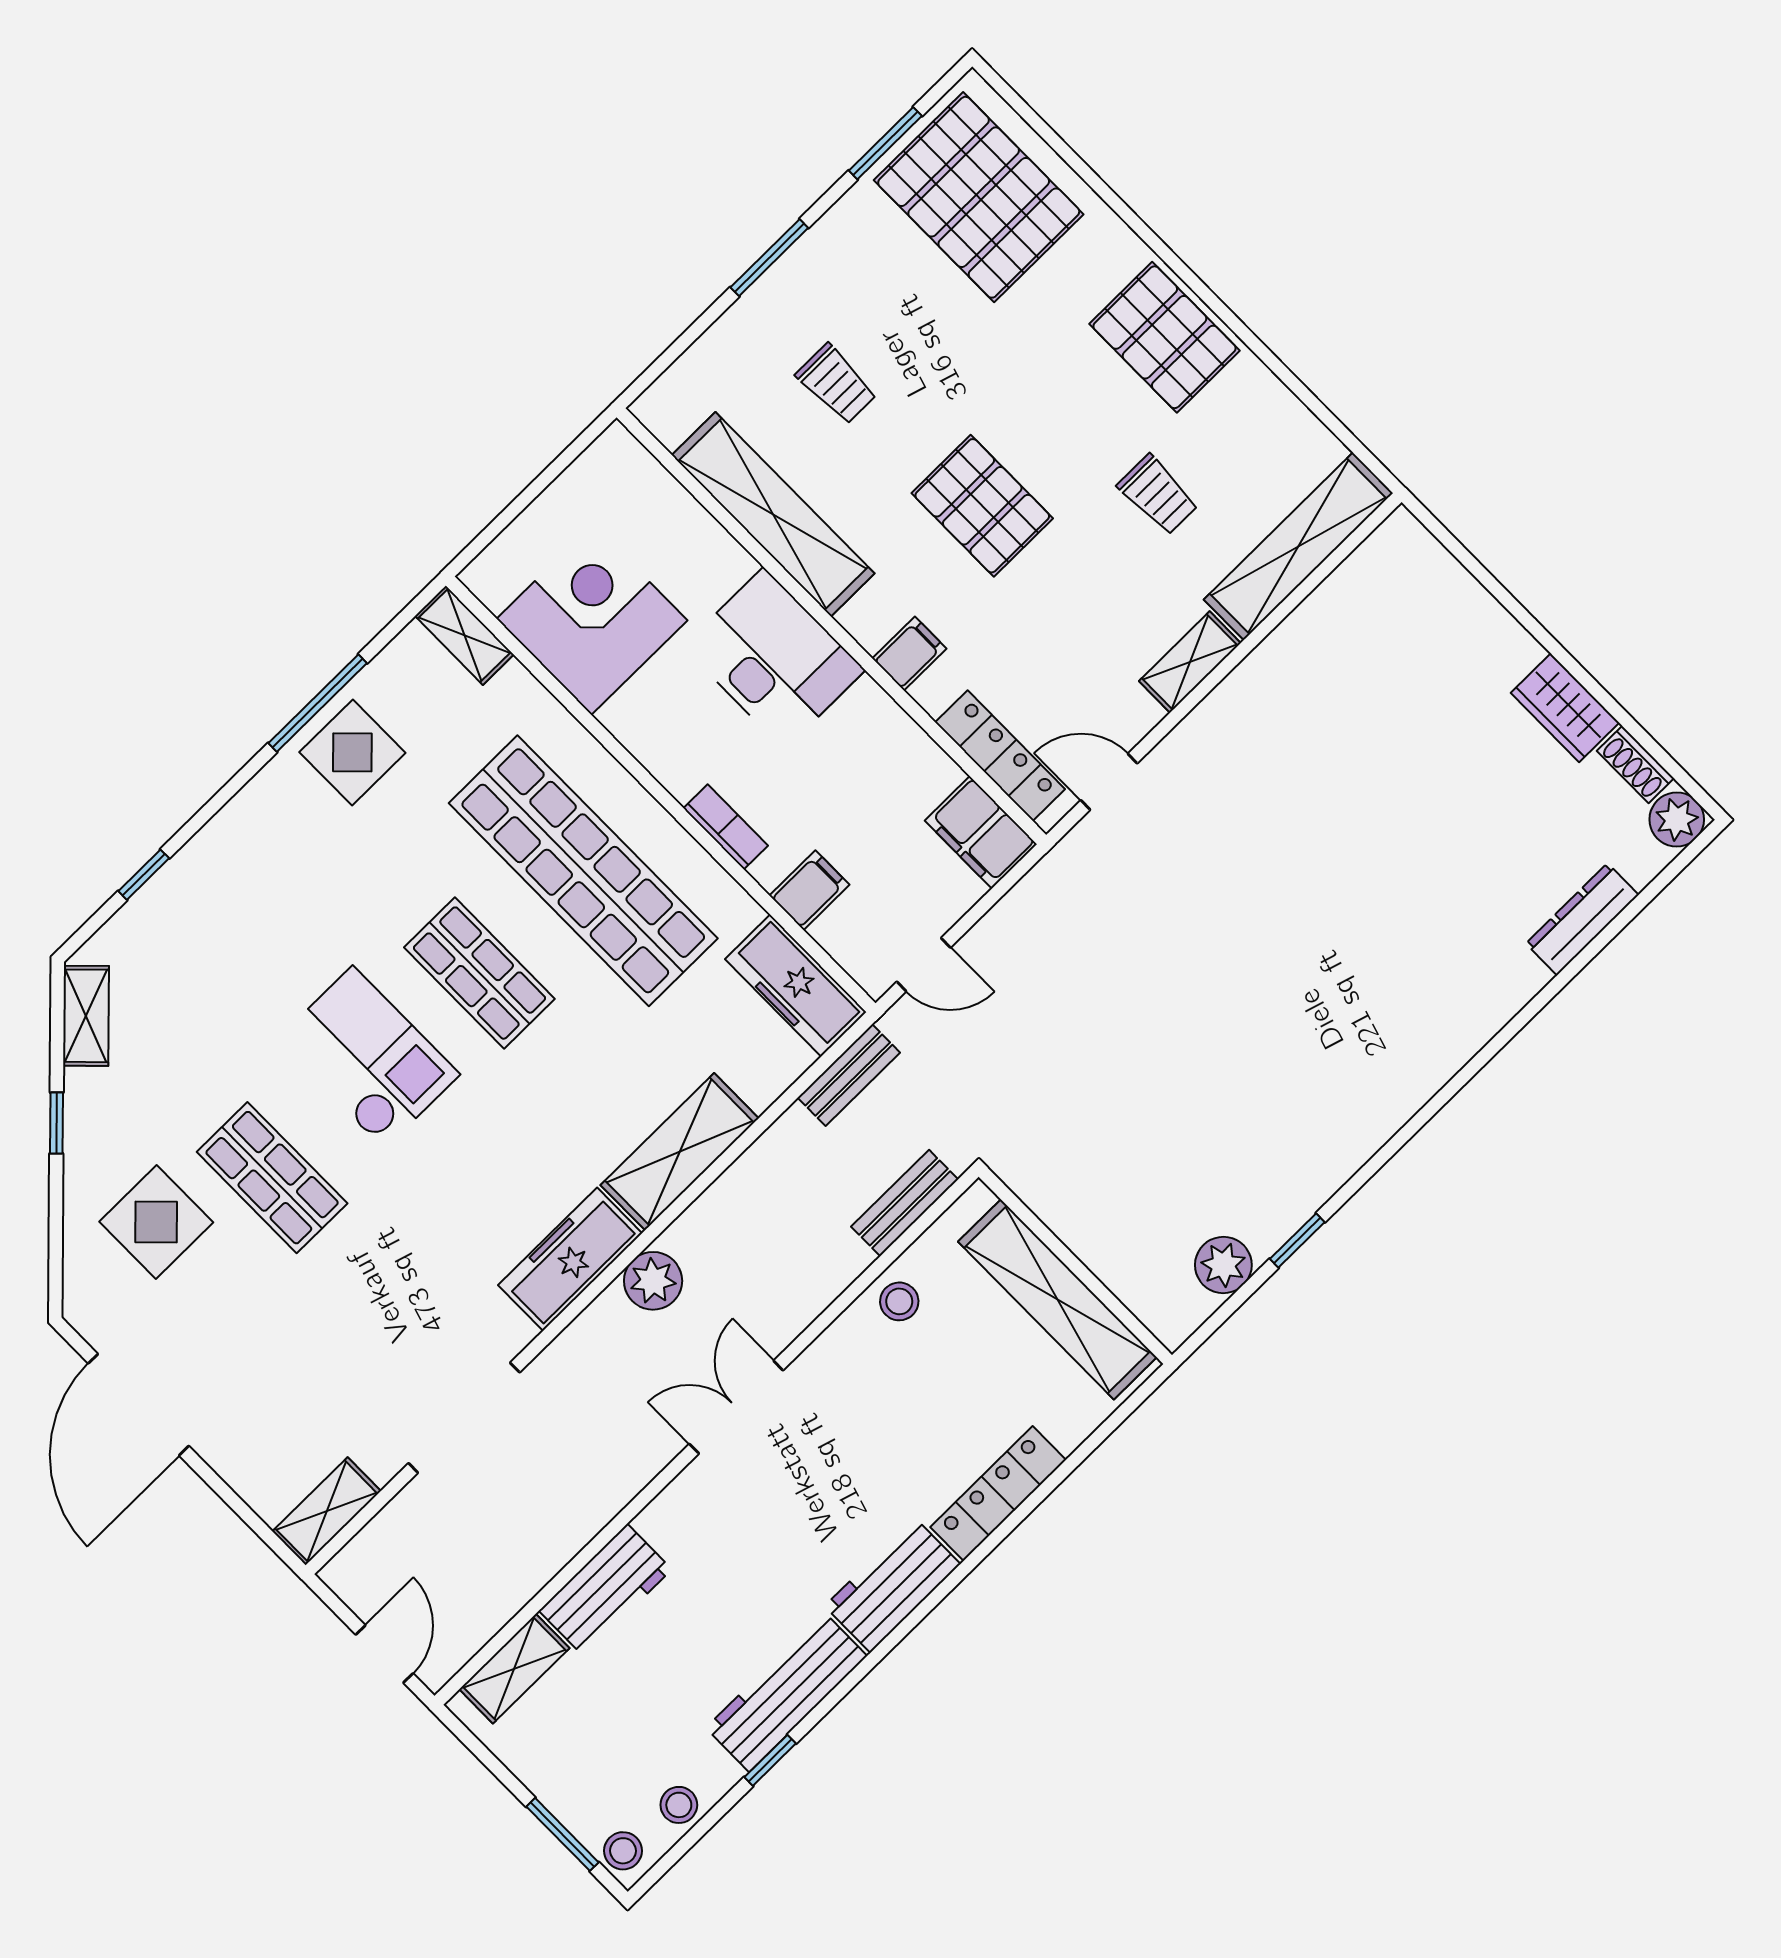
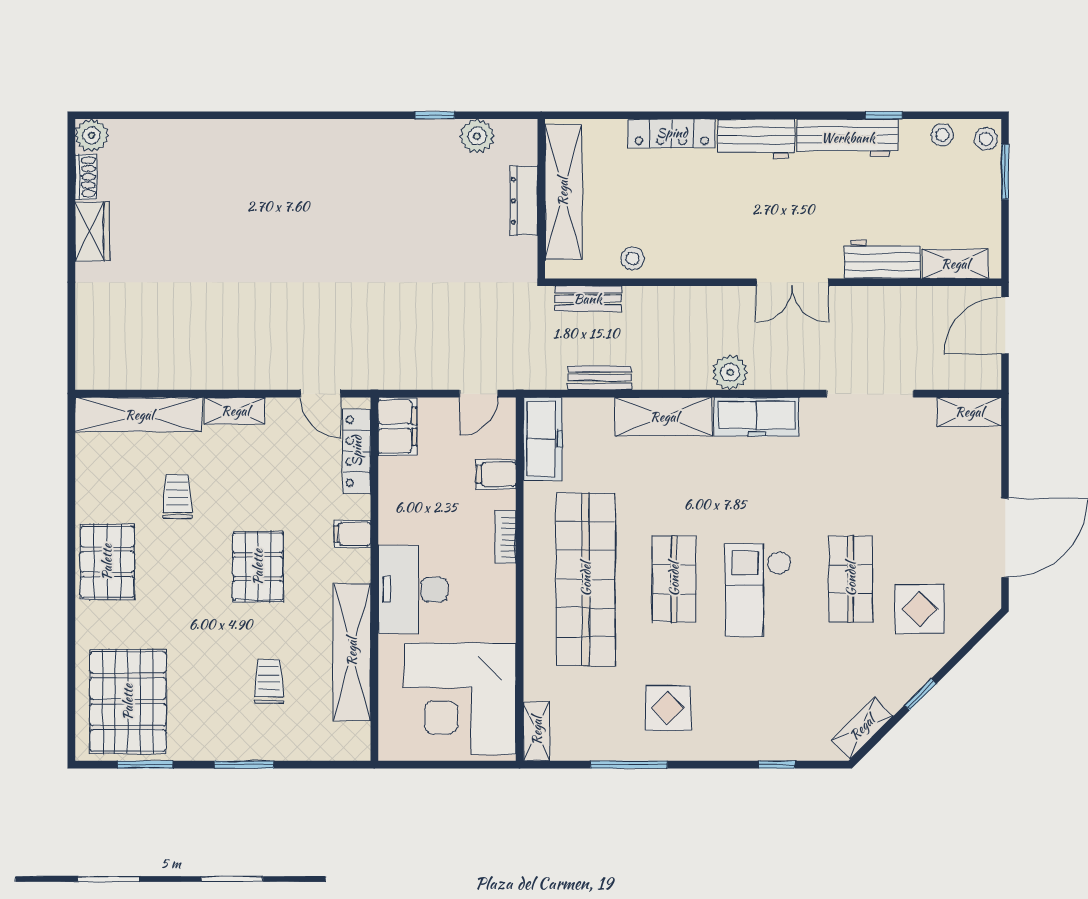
corner desk: (592, 620) -> (460, 699), width x1.36, depth x1.36
display table: (352, 752) -> (668, 708), moved
dresser: (1582, 919) -> (524, 201), moved, turned 90
door: (924, 965) -> (479, 394), swing flipped
bench: (849, 1075) -> (600, 378), moved
double door: (736, 1407) -> (792, 282), moved
door: (384, 1654) -> (1005, 325), width x1.38

